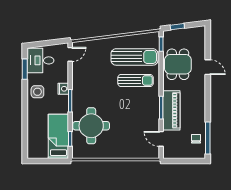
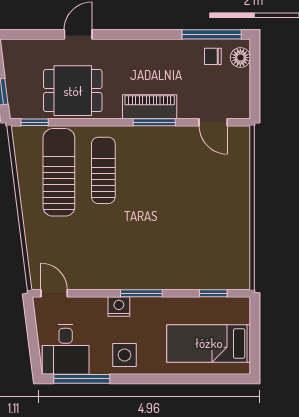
window: (25, 69) -> (82, 379), width x1.44
piano: (171, 110) -> (150, 107), width x0.73, depth x0.75
round table: (91, 126) -> (188, 254), removed
bed: (58, 136) -> (209, 343), moved
door: (161, 139) -> (213, 122), hinge flipped
floor lamp: (195, 153) -> (240, 58), added

